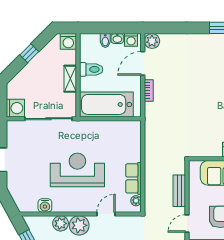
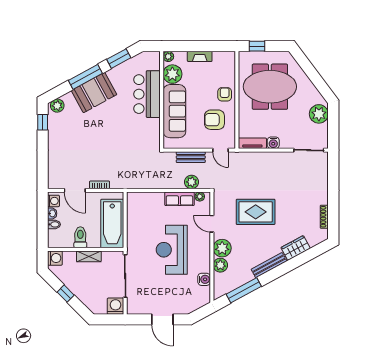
plant: (152, 41) -> (192, 182), moved

